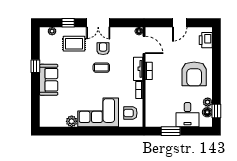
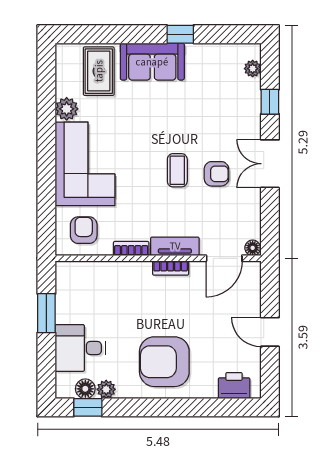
rug: (74, 44) -> (99, 71), moved

